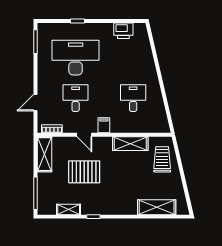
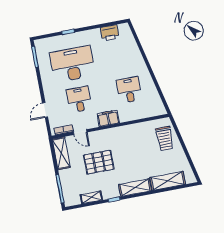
filing cabinet: (104, 125) -> (108, 118), width x2.00
door: (84, 135) -> (80, 132), moved
shelving: (130, 144) -> (135, 188), moved
trolley: (162, 159) -> (165, 138), turned 180

